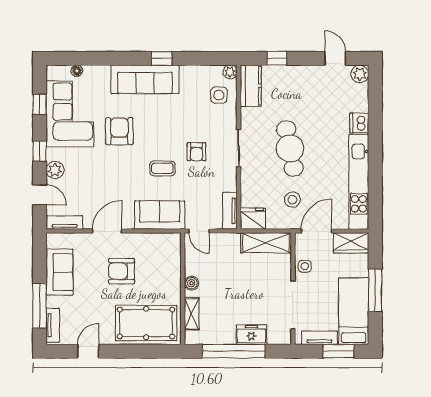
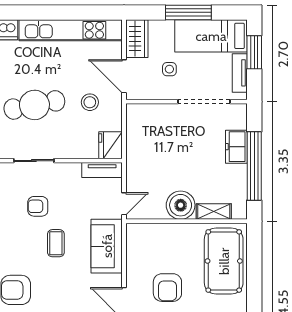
armchair: (196, 152) -> (38, 206), turned 180
shelving: (266, 243) -> (137, 131), removed
side table: (305, 266) -> (169, 69), moved
boiler: (191, 283) -> (181, 205), width x1.86, depth x1.86

